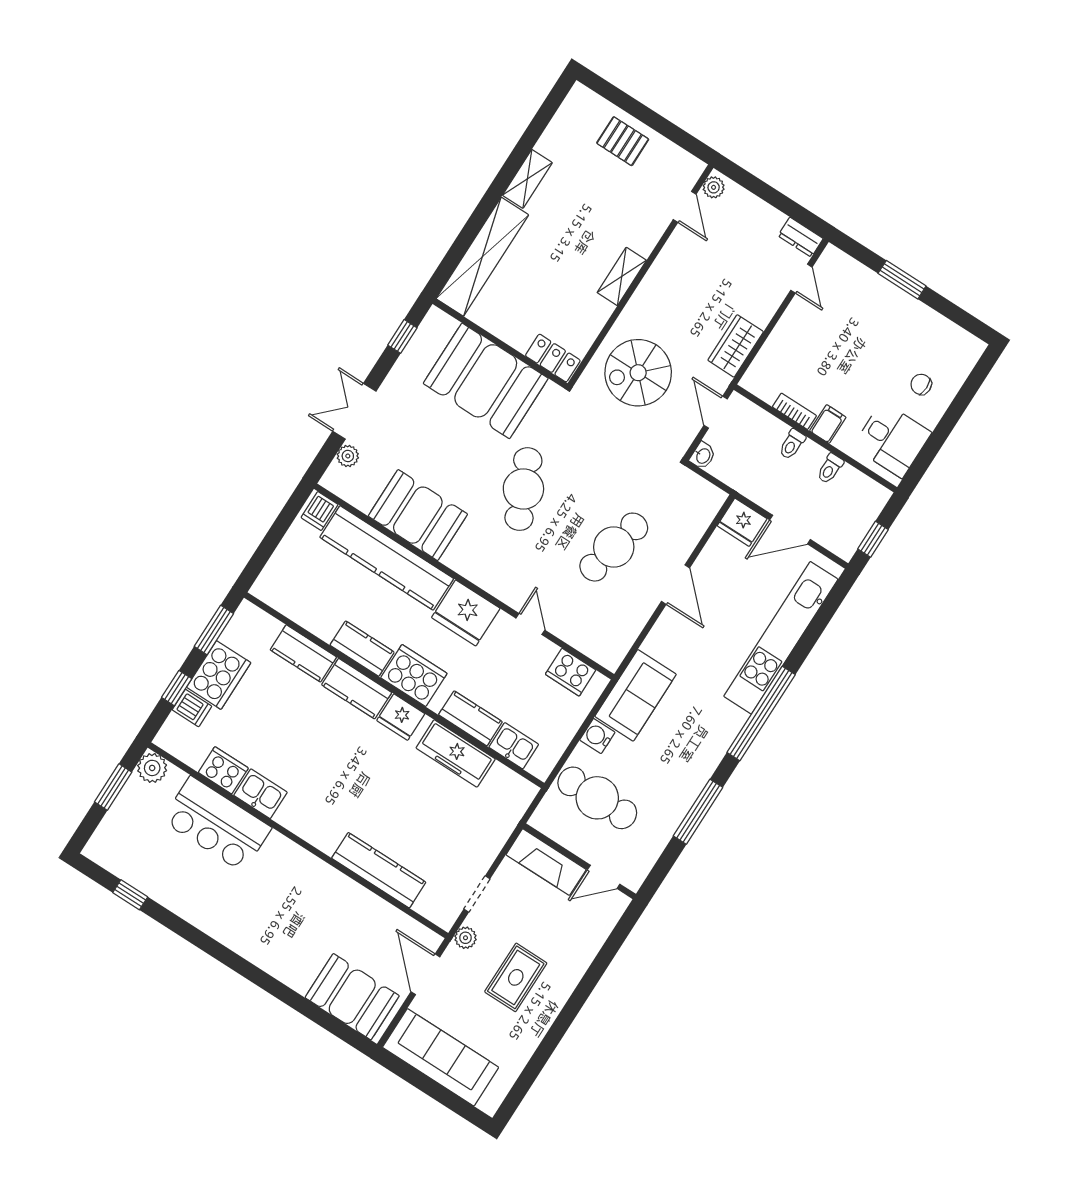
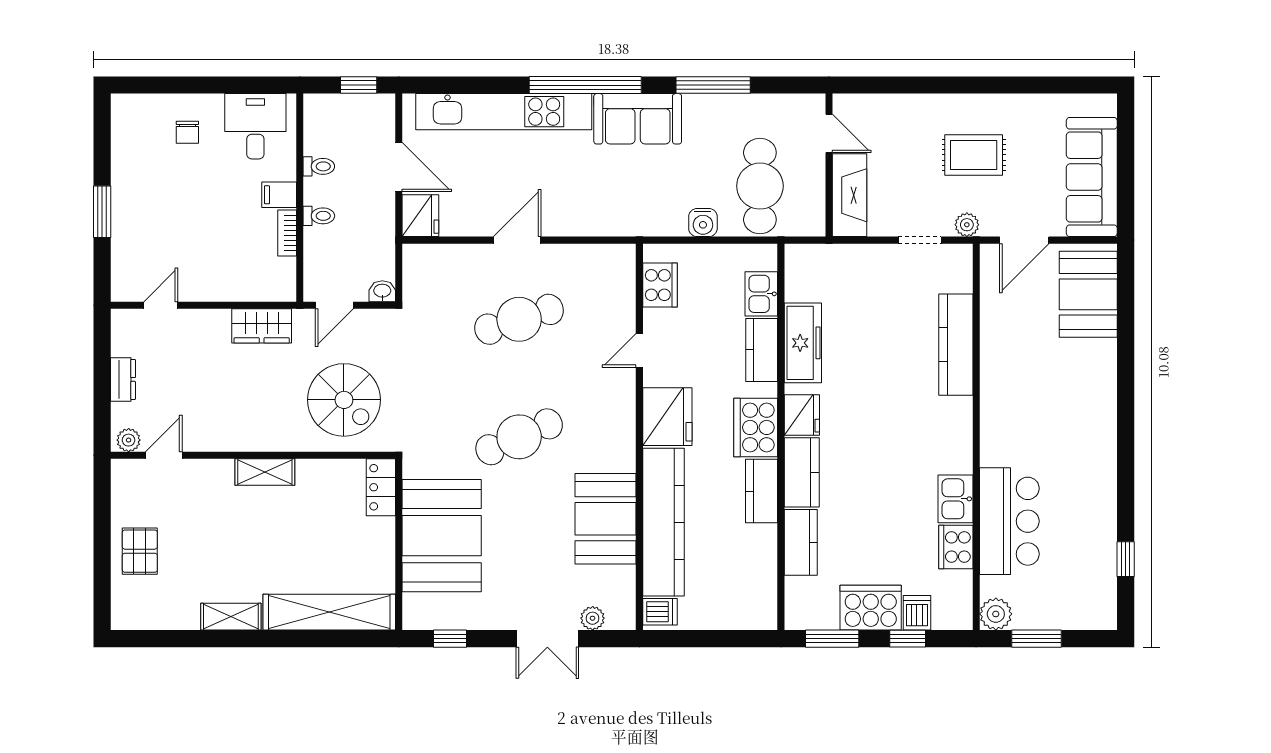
dresser: (801, 237) -> (123, 379), moved
cafe table: (614, 547) -> (519, 319), turned -30
sofa: (636, 695) -> (638, 119), moved, turned 180

